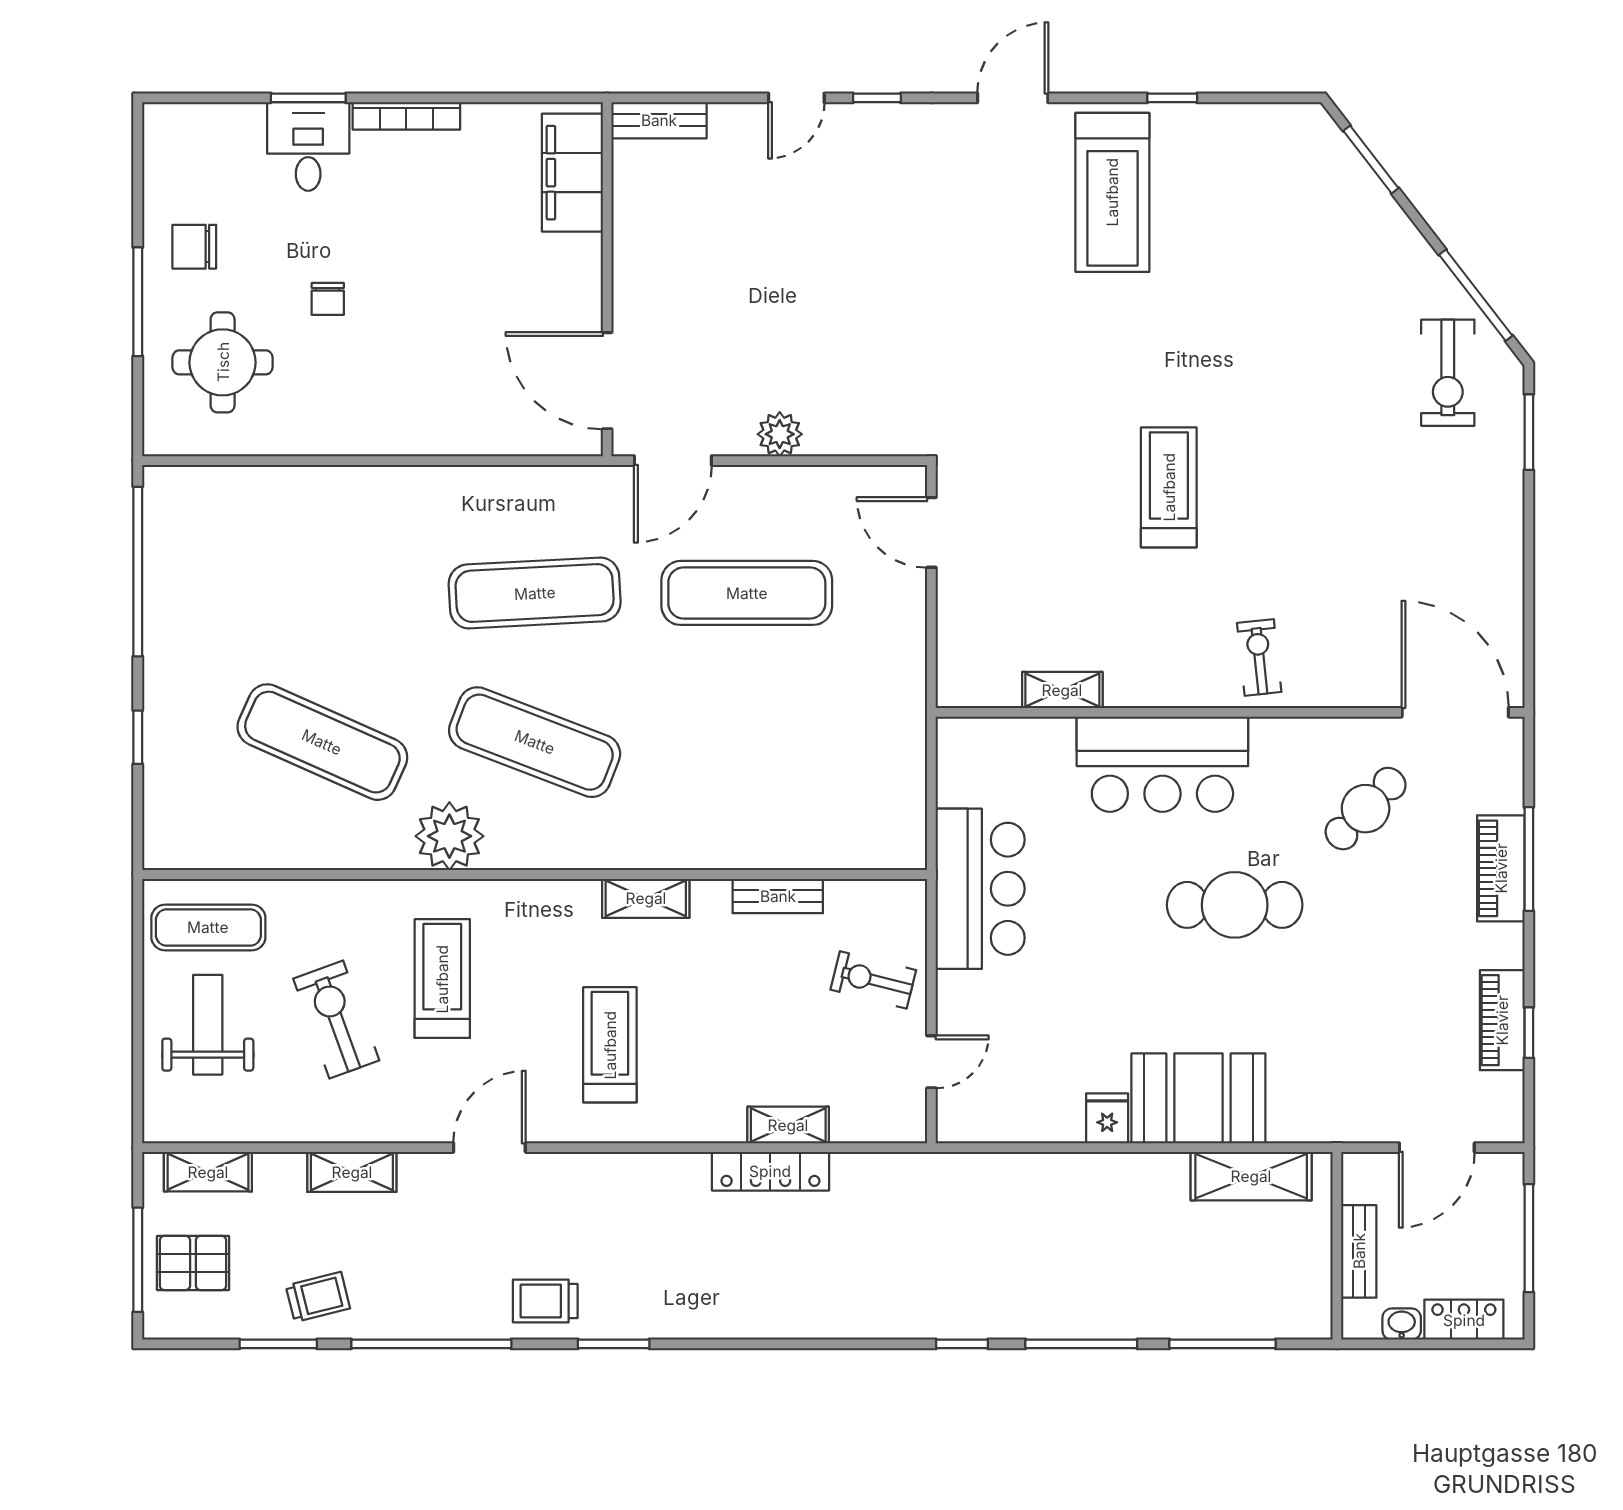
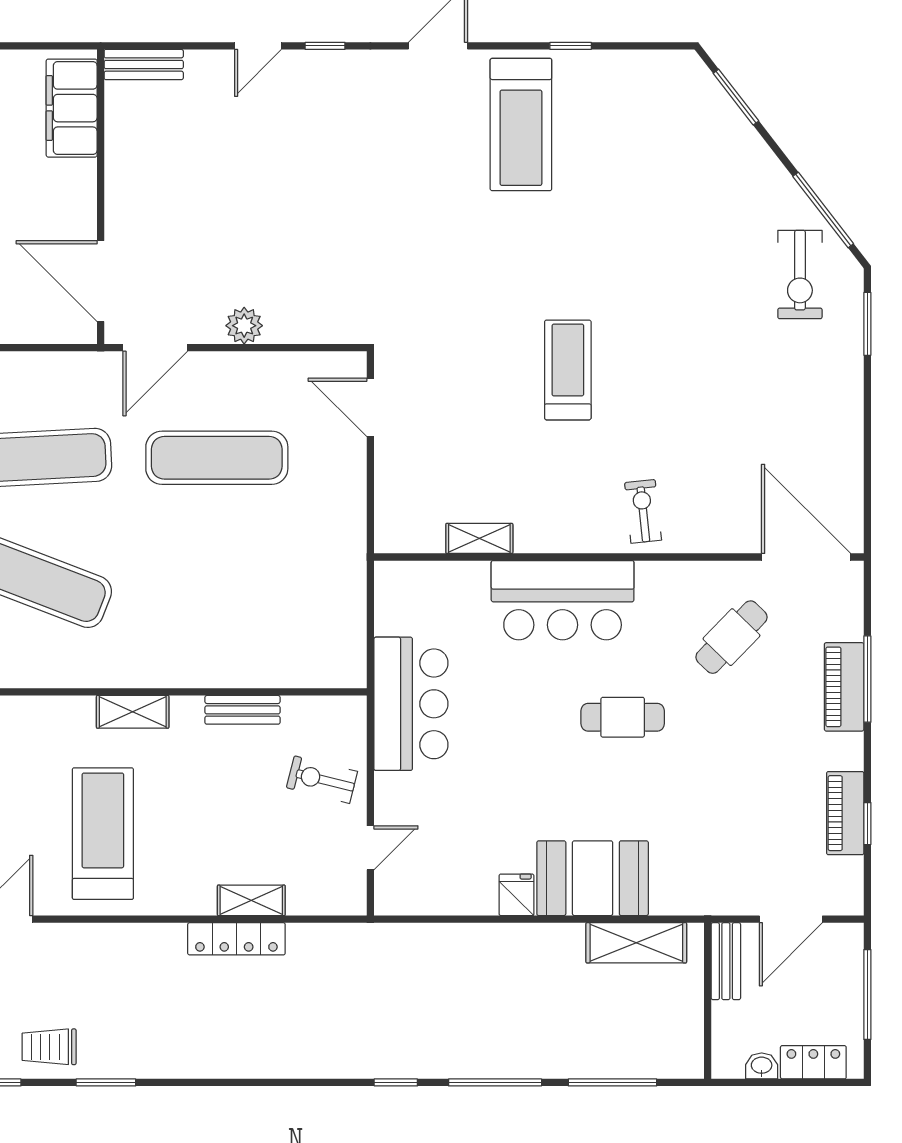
cafe table: (1235, 905) -> (623, 717), width x0.73, depth x0.74
treadmill: (610, 1045) -> (103, 834), width x1.37, depth x1.38
bench: (1359, 1251) -> (726, 961), moved

